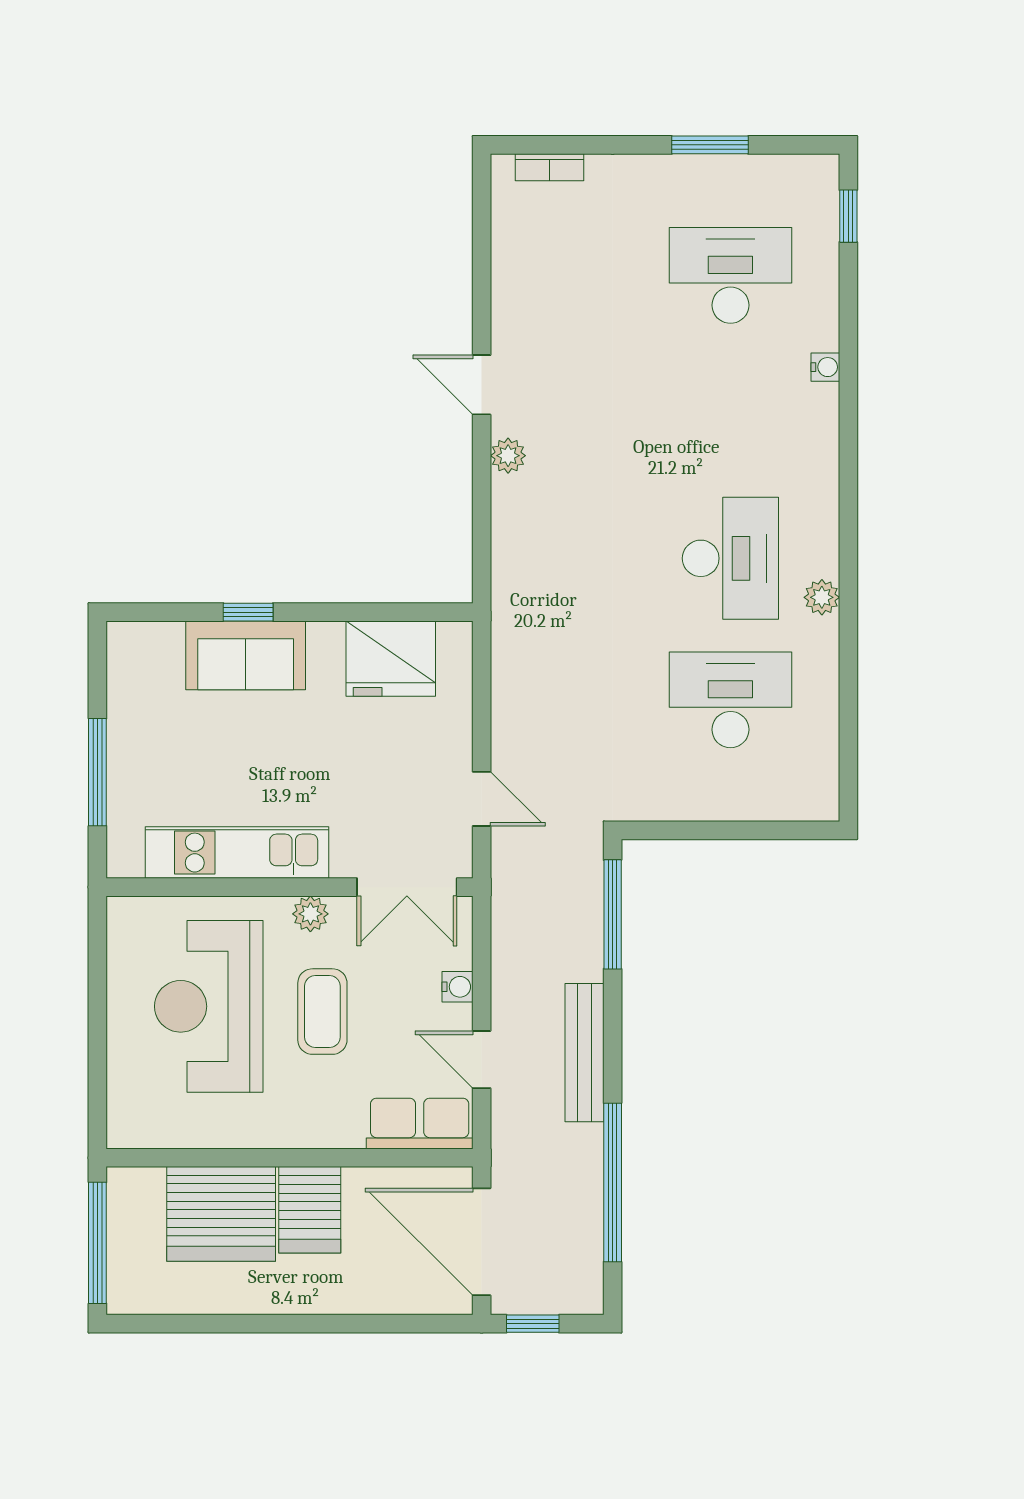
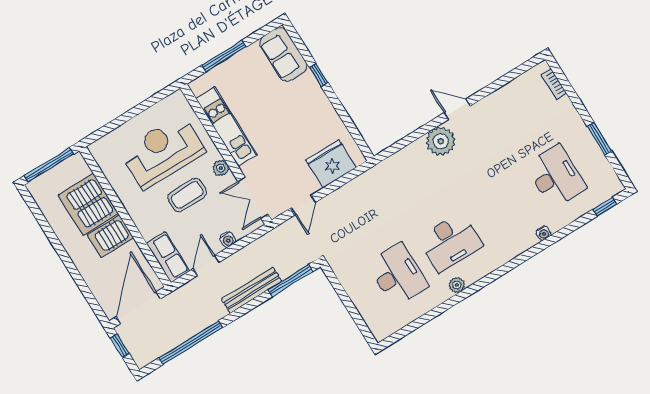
door: (482, 385) -> (457, 109), hinge flipped
plant: (508, 456) -> (441, 141), width x1.87, depth x1.87
sofa: (246, 655) -> (283, 54), moved
fridge: (391, 659) -> (331, 164), moved, turned 90
bench: (584, 1053) -> (252, 290), moved

